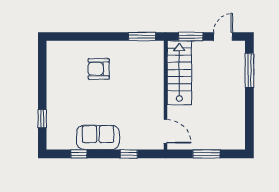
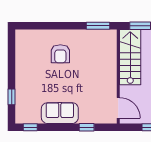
armchair: (99, 69) -> (60, 54), turned -90
window: (79, 154) -> (30, 127), moved

